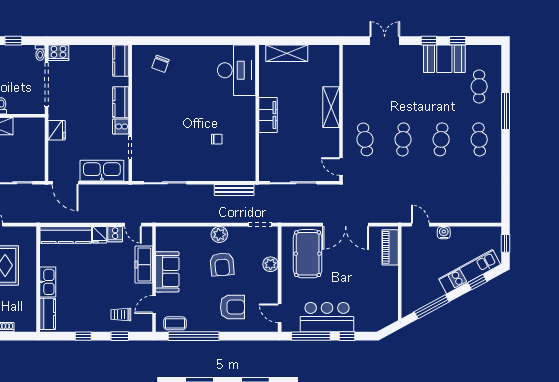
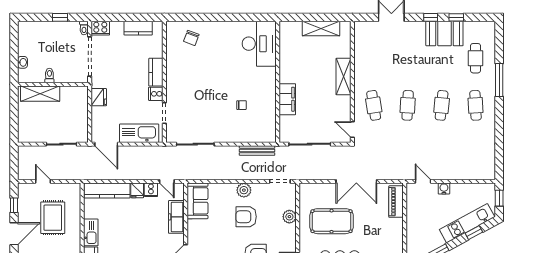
shelving: (287, 53) -> (321, 28), moved
kitchen counter: (121, 61) -> (138, 28), moved, turned -90
filing cabinet: (268, 115) -> (287, 99), moved
pool table: (308, 254) -> (332, 221), moved, turned 90
armchair: (222, 264) -> (246, 217), turned 95
sofa: (167, 272) -> (197, 201), moved

